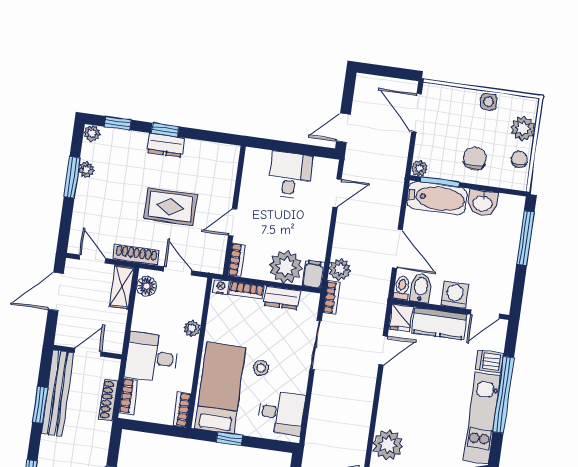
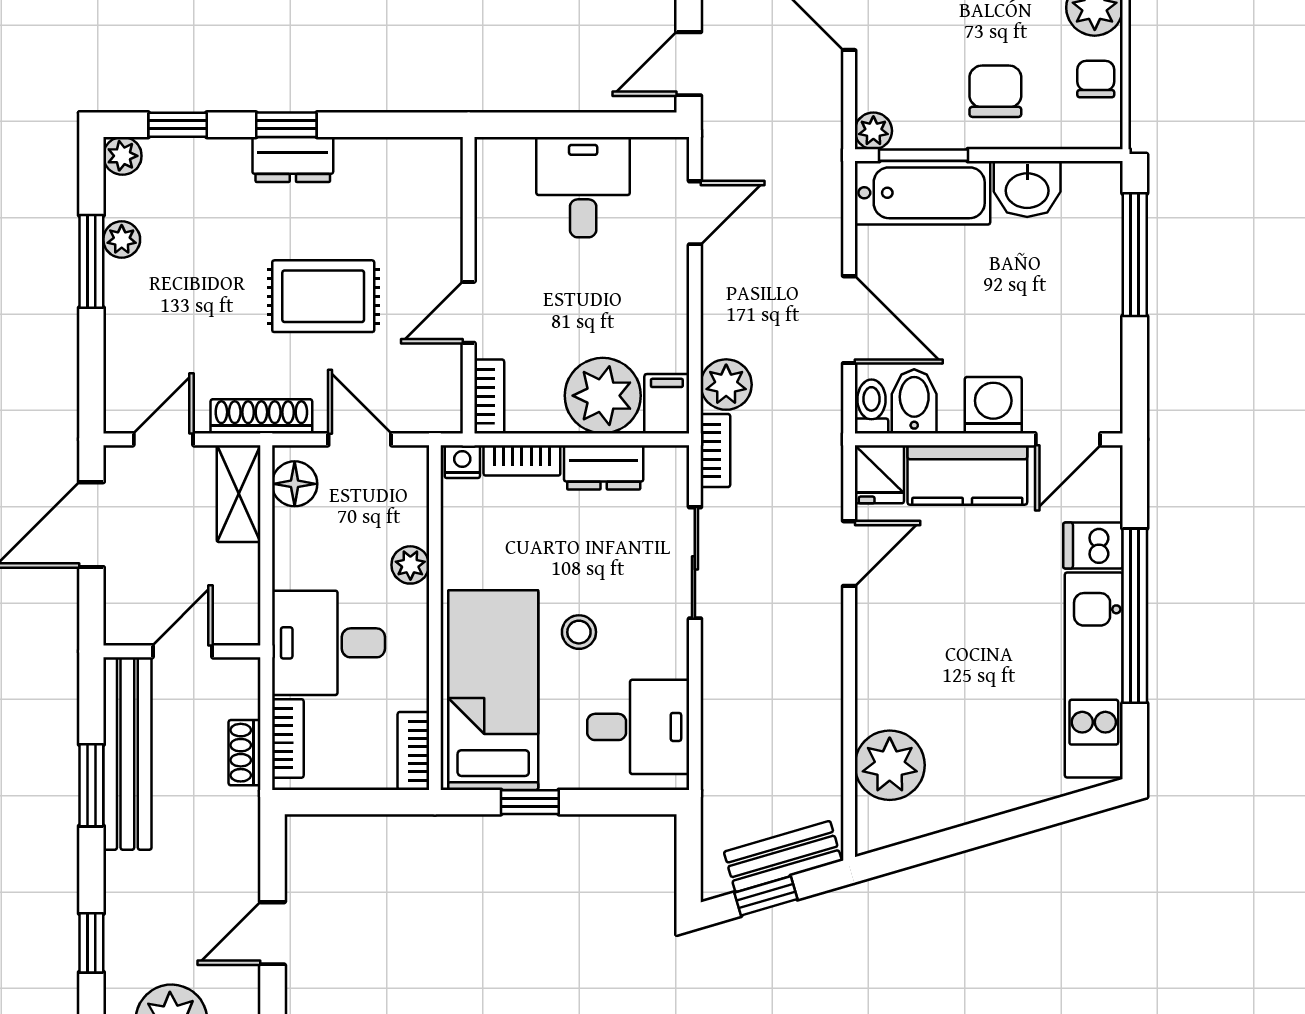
door: (92, 259) -> (163, 439), hinge flipped
shoe rack: (108, 400) -> (245, 753), width x0.70

